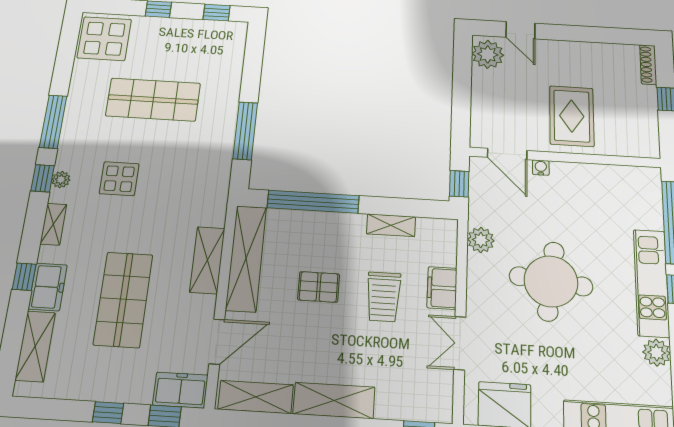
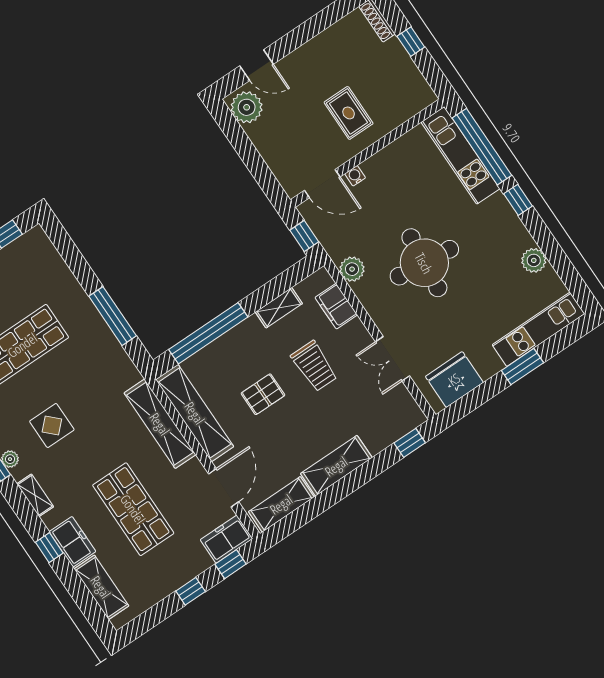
rug: (572, 116) -> (349, 113), width x0.73, depth x0.70
shelving: (207, 260) -> (160, 424), width x1.47
kitchen unit: (651, 283) -> (461, 155), moved
filing cabinet: (442, 288) -> (336, 306), moved

